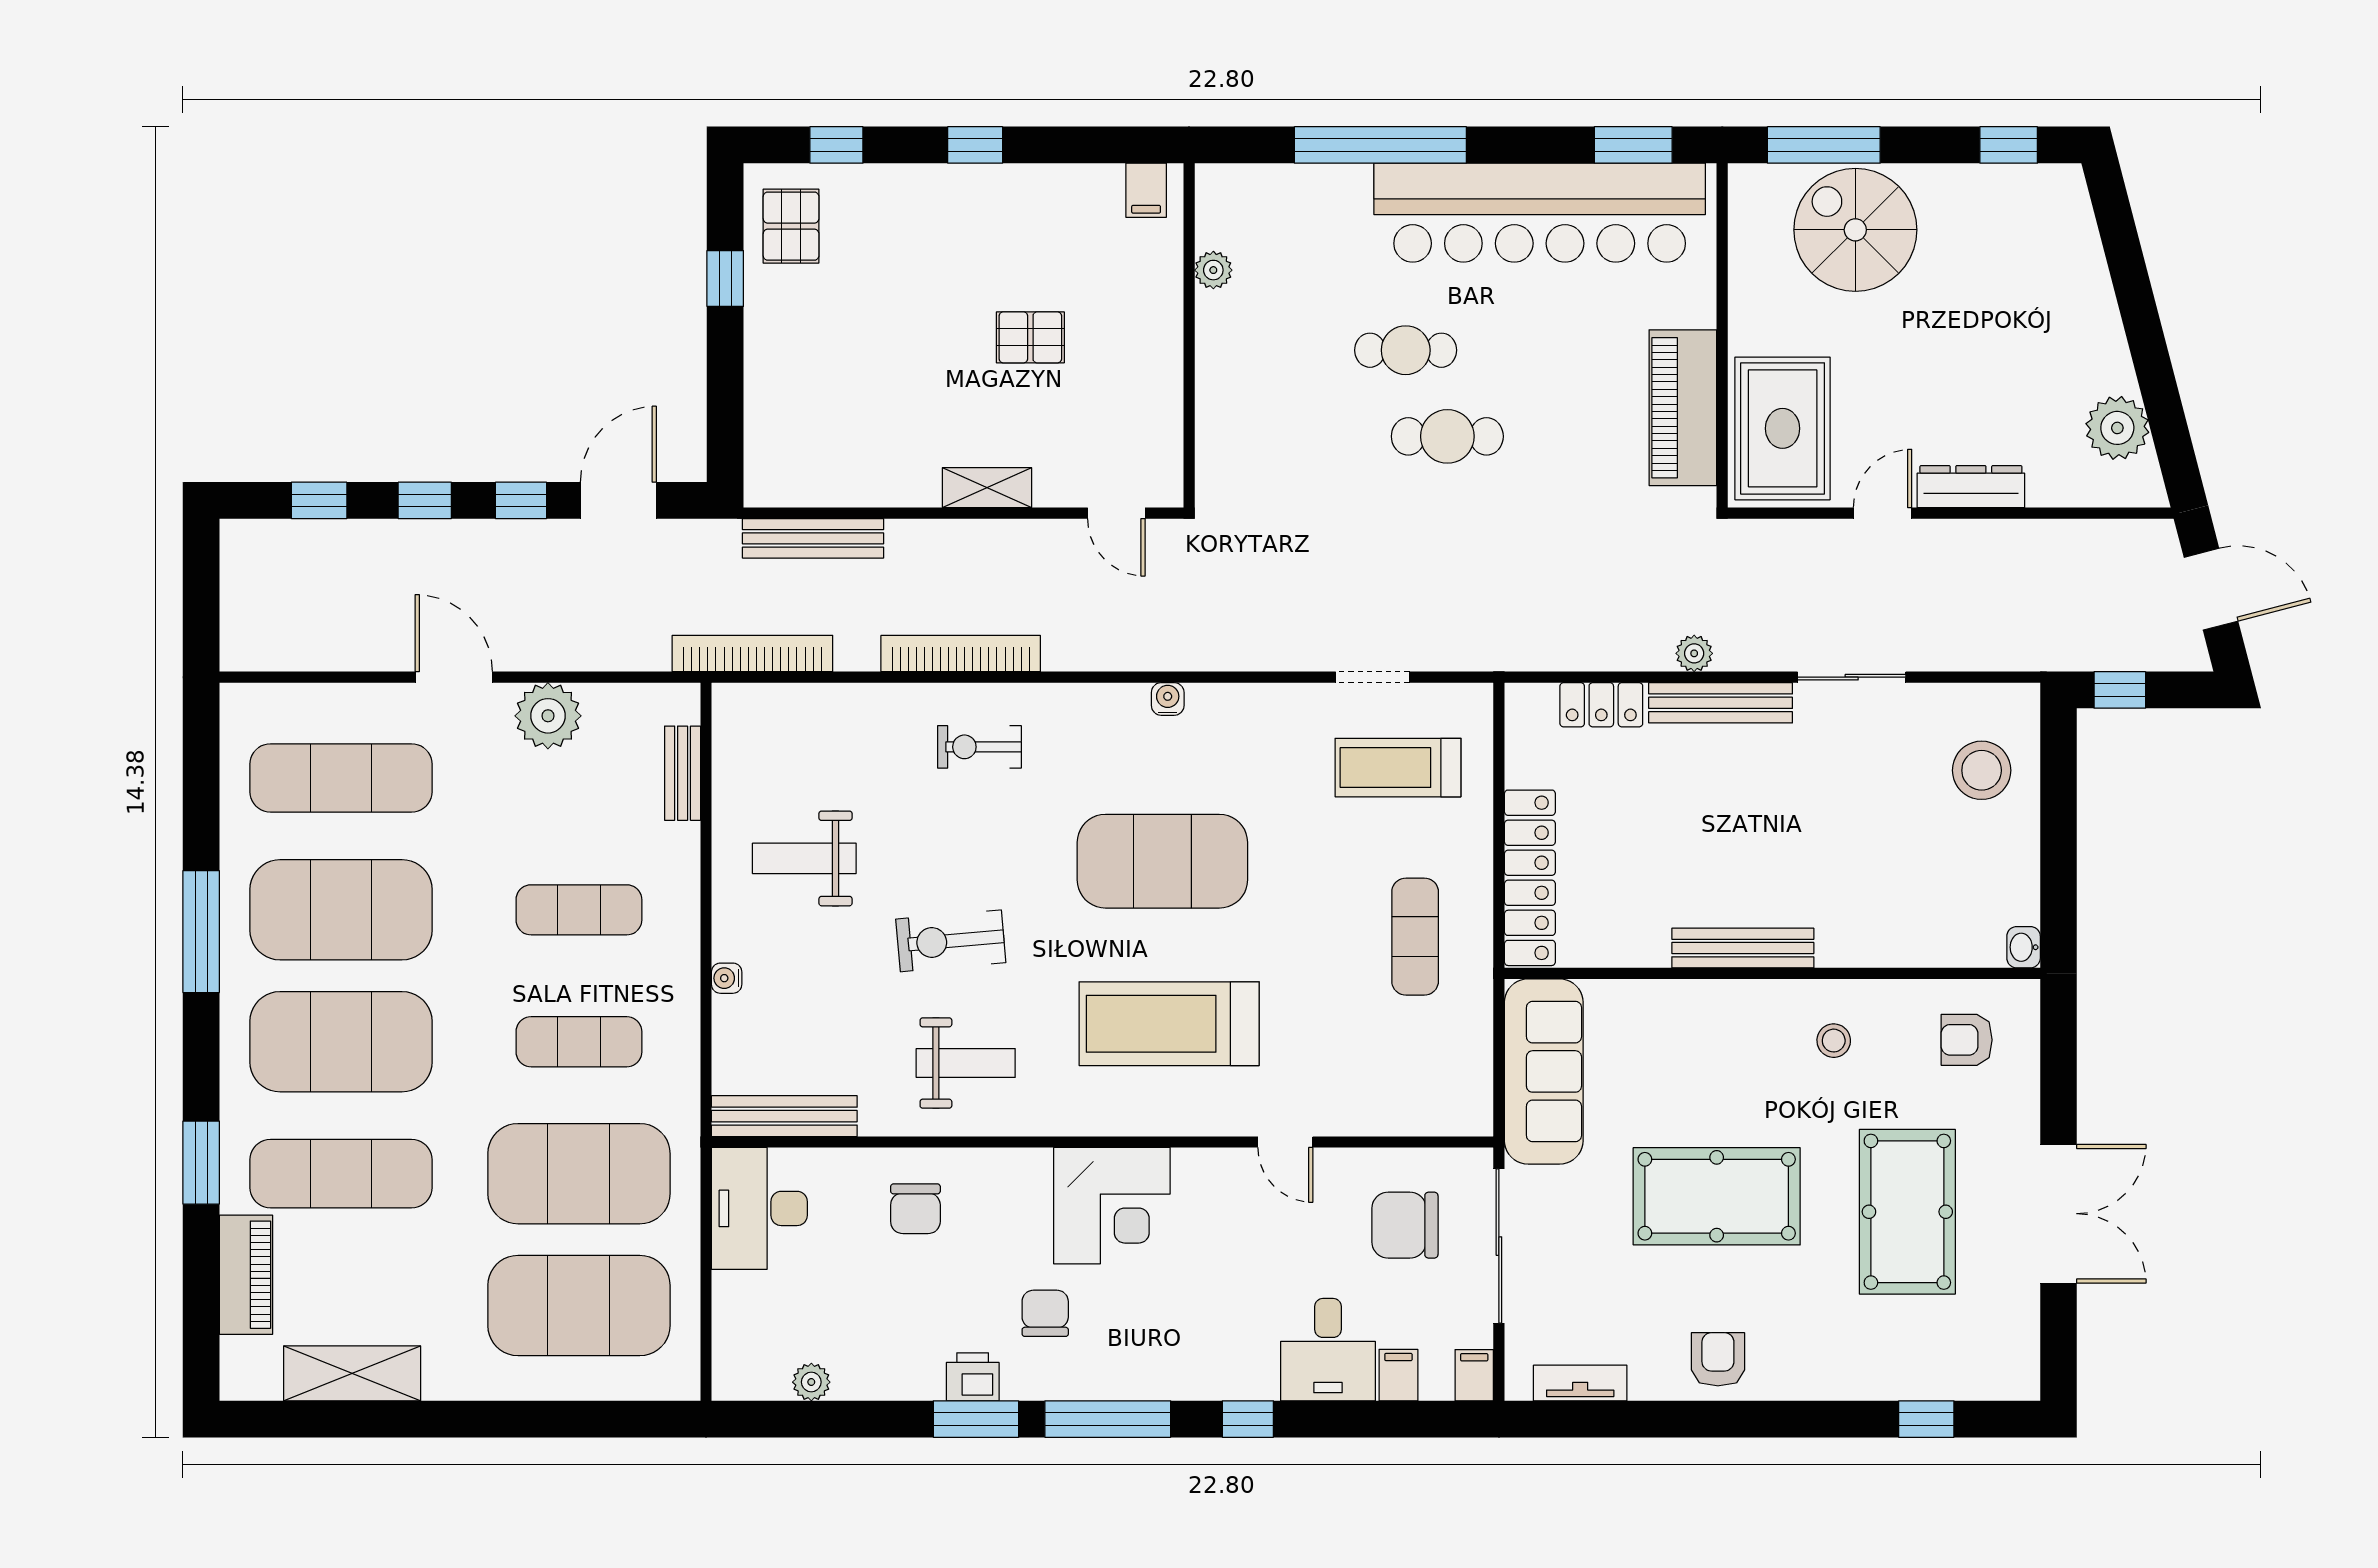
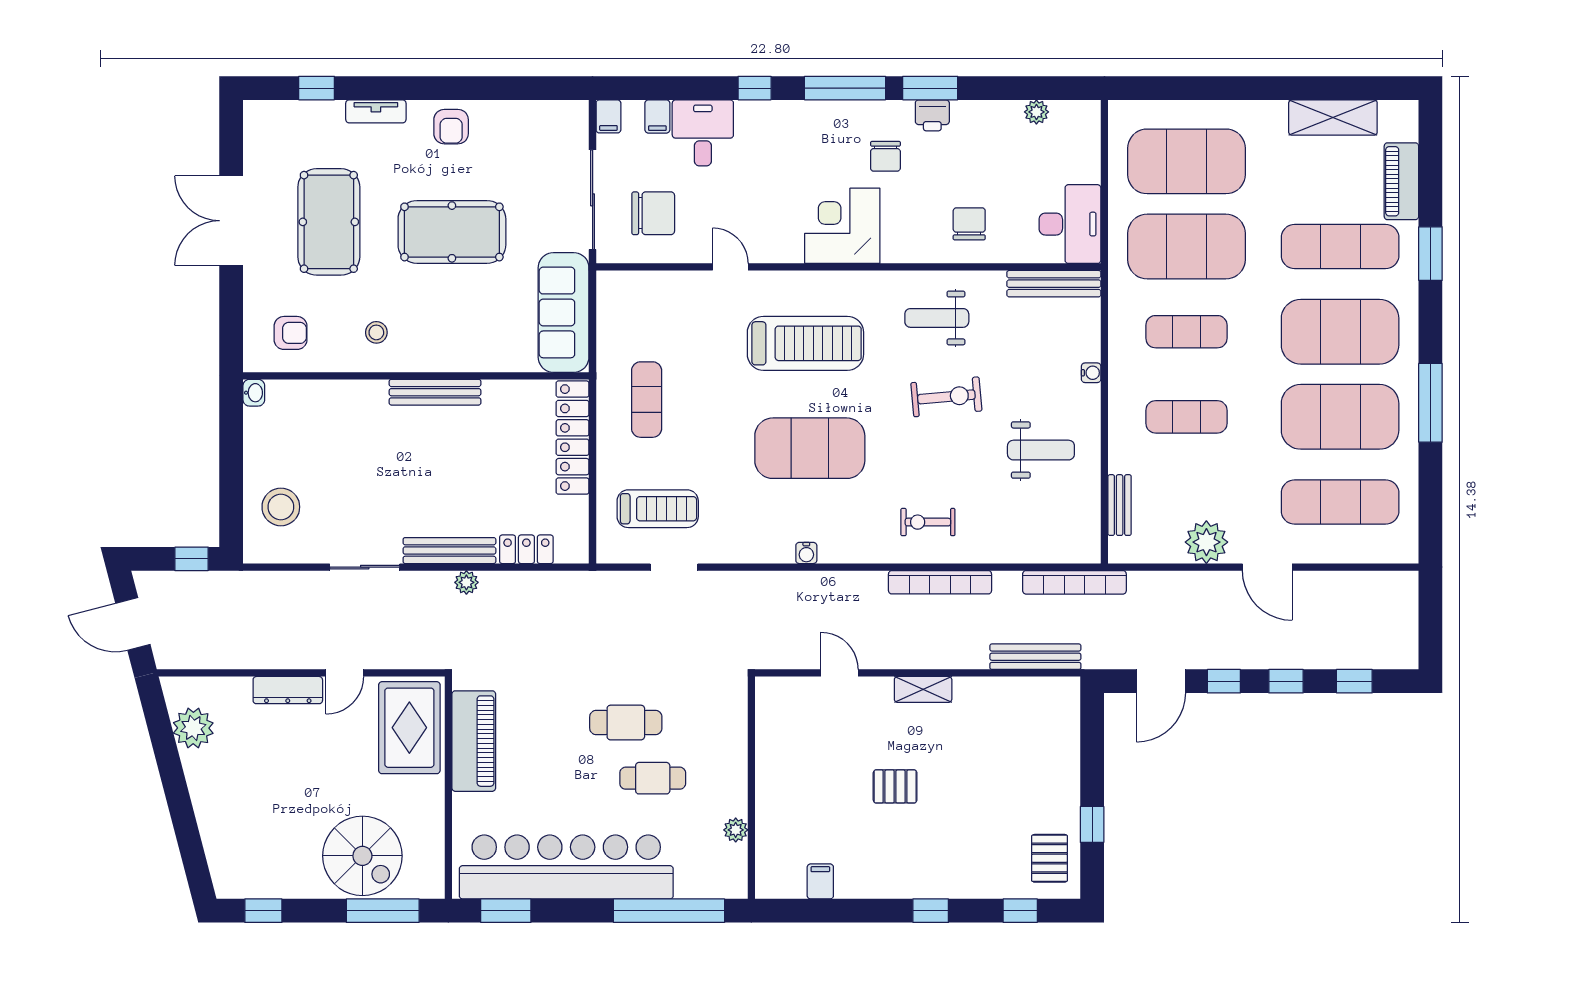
plant: (1213, 270) -> (736, 830), moved
wall: (1189, 335) -> (751, 788), moved
exercise bike: (979, 747) -> (928, 522), turned 180
tv unit: (1580, 1383) -> (376, 111), moved

